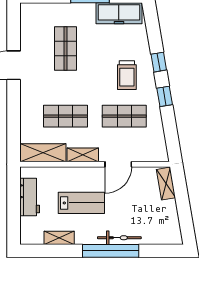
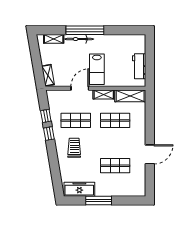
shop shelf: (65, 48) -> (115, 166), turned 90
window: (159, 62) -> (46, 116), moved
lab bench: (81, 203) -> (97, 69), moved, turned -90
shelving: (59, 238) -> (54, 39), moved

